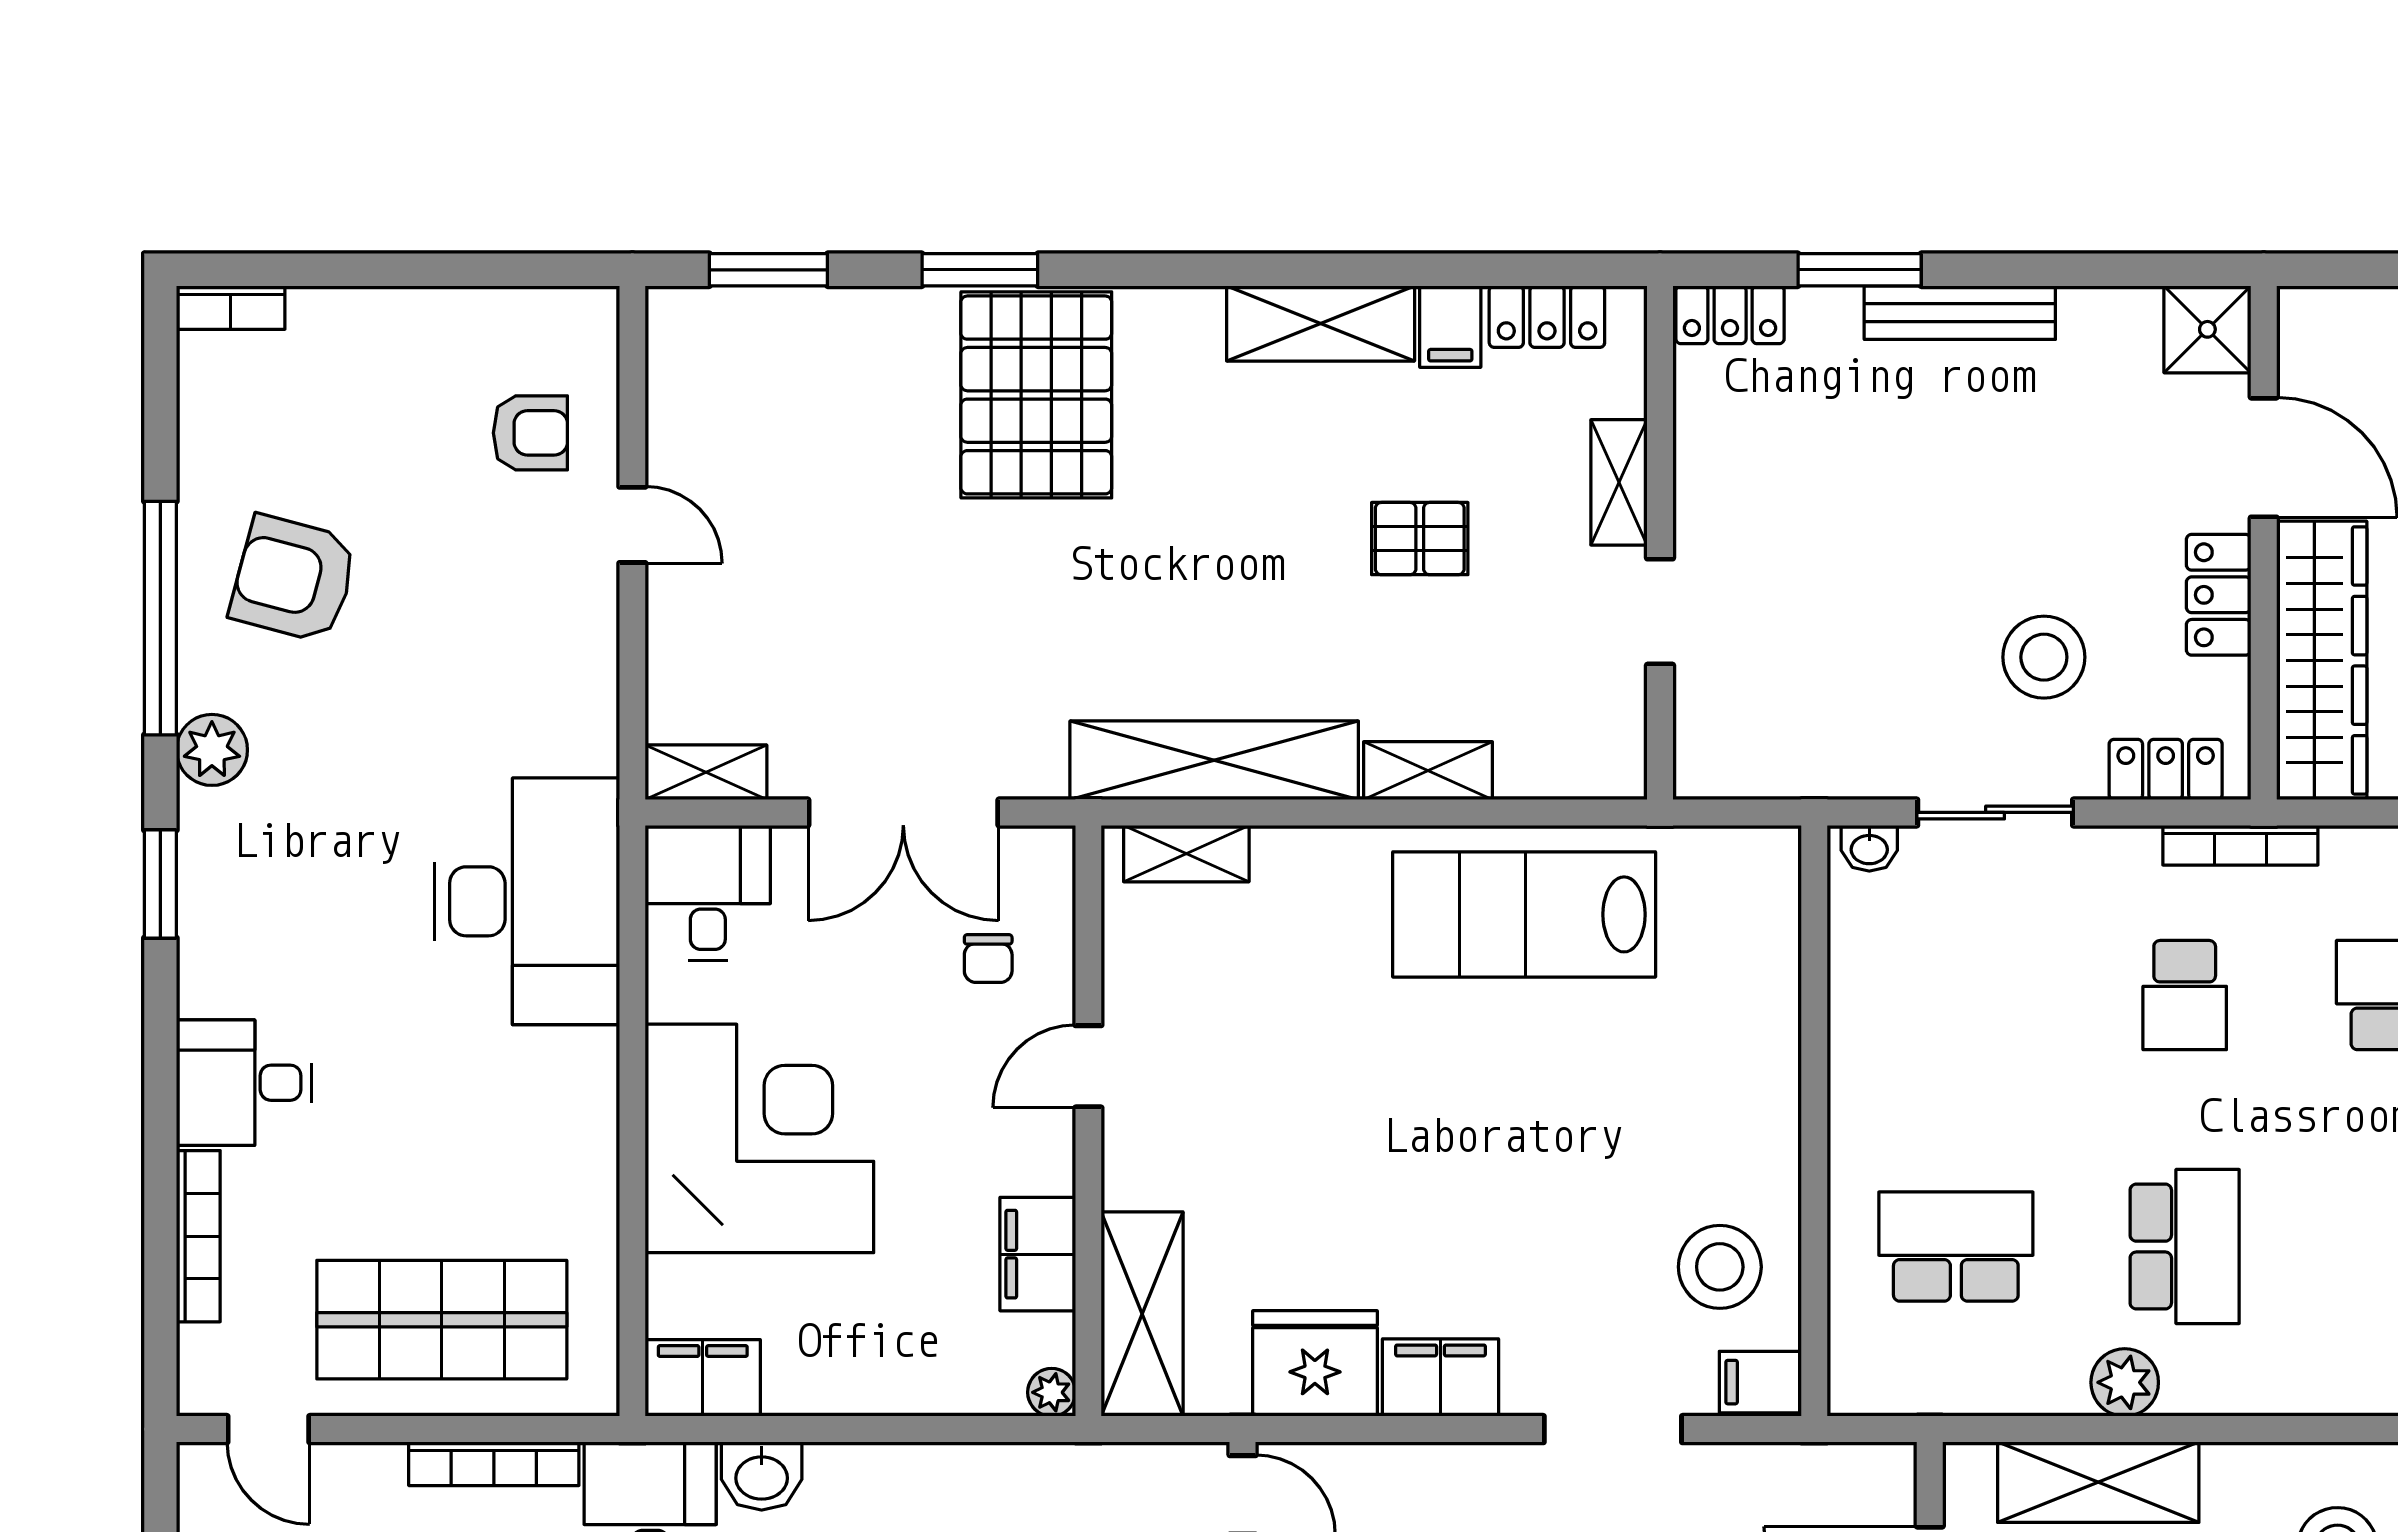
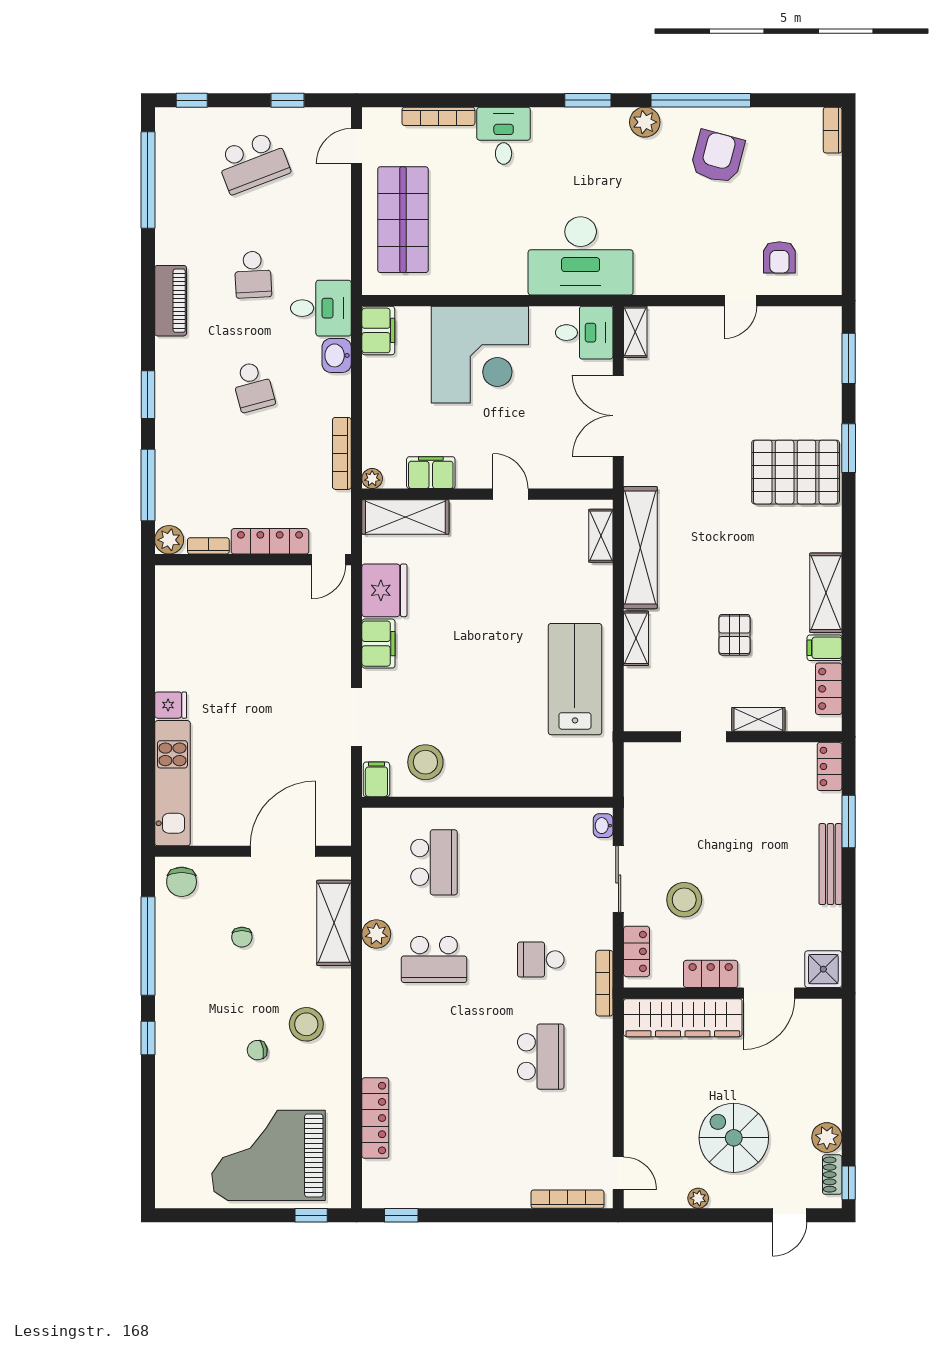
chair: (988, 959) -> (556, 452), removed
bookcase: (494, 1464) -> (342, 453), moved

